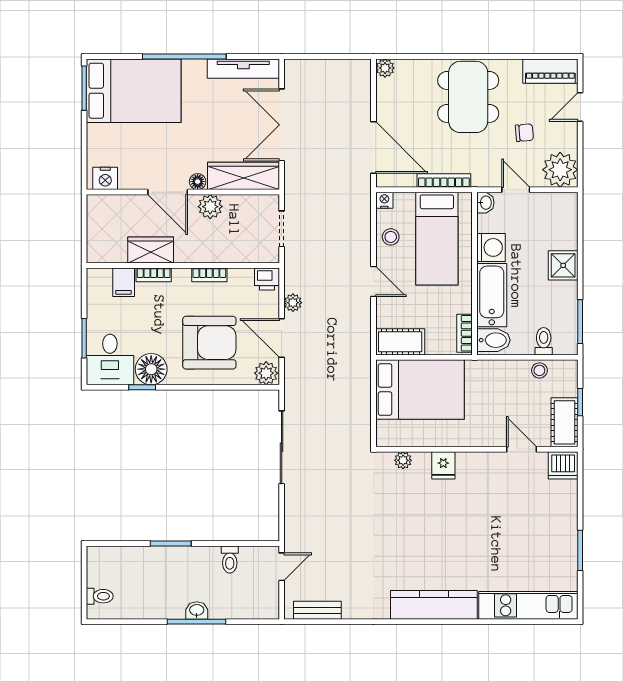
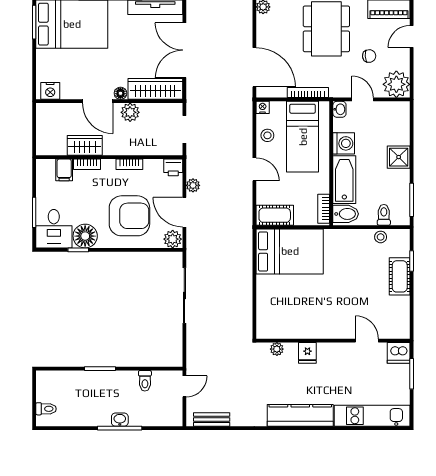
wall: (477, 449) -> (333, 341), moved
door: (521, 449) -> (367, 341), moved
plant: (403, 460) -> (277, 349), moved
fridge: (443, 465) -> (307, 353), moved
dishwasher: (563, 465) -> (399, 353), moved

